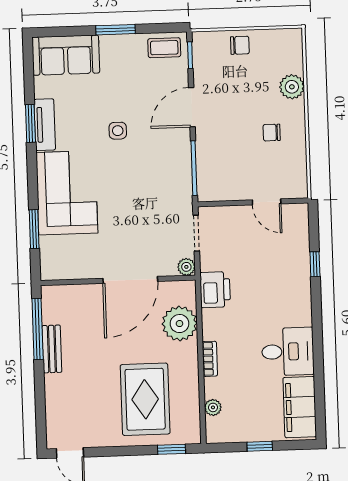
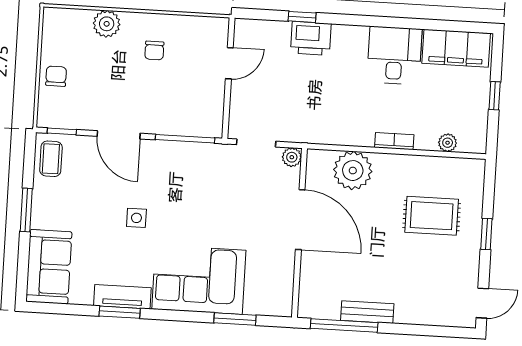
printer: (215, 290) -> (311, 38), moved, turned 180
rug: (145, 399) -> (432, 216), width x0.73, depth x0.70
window: (171, 449) -> (486, 234), moved

